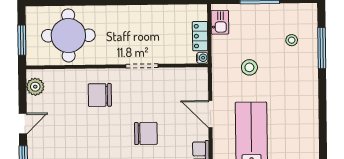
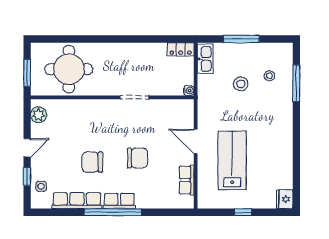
kitchen sink: (220, 22) -> (205, 59), width x1.38
locker: (200, 36) -> (181, 49), moved, turned -90
stool: (249, 67) -> (241, 84), moved
chair: (100, 95) -> (92, 162), moved

